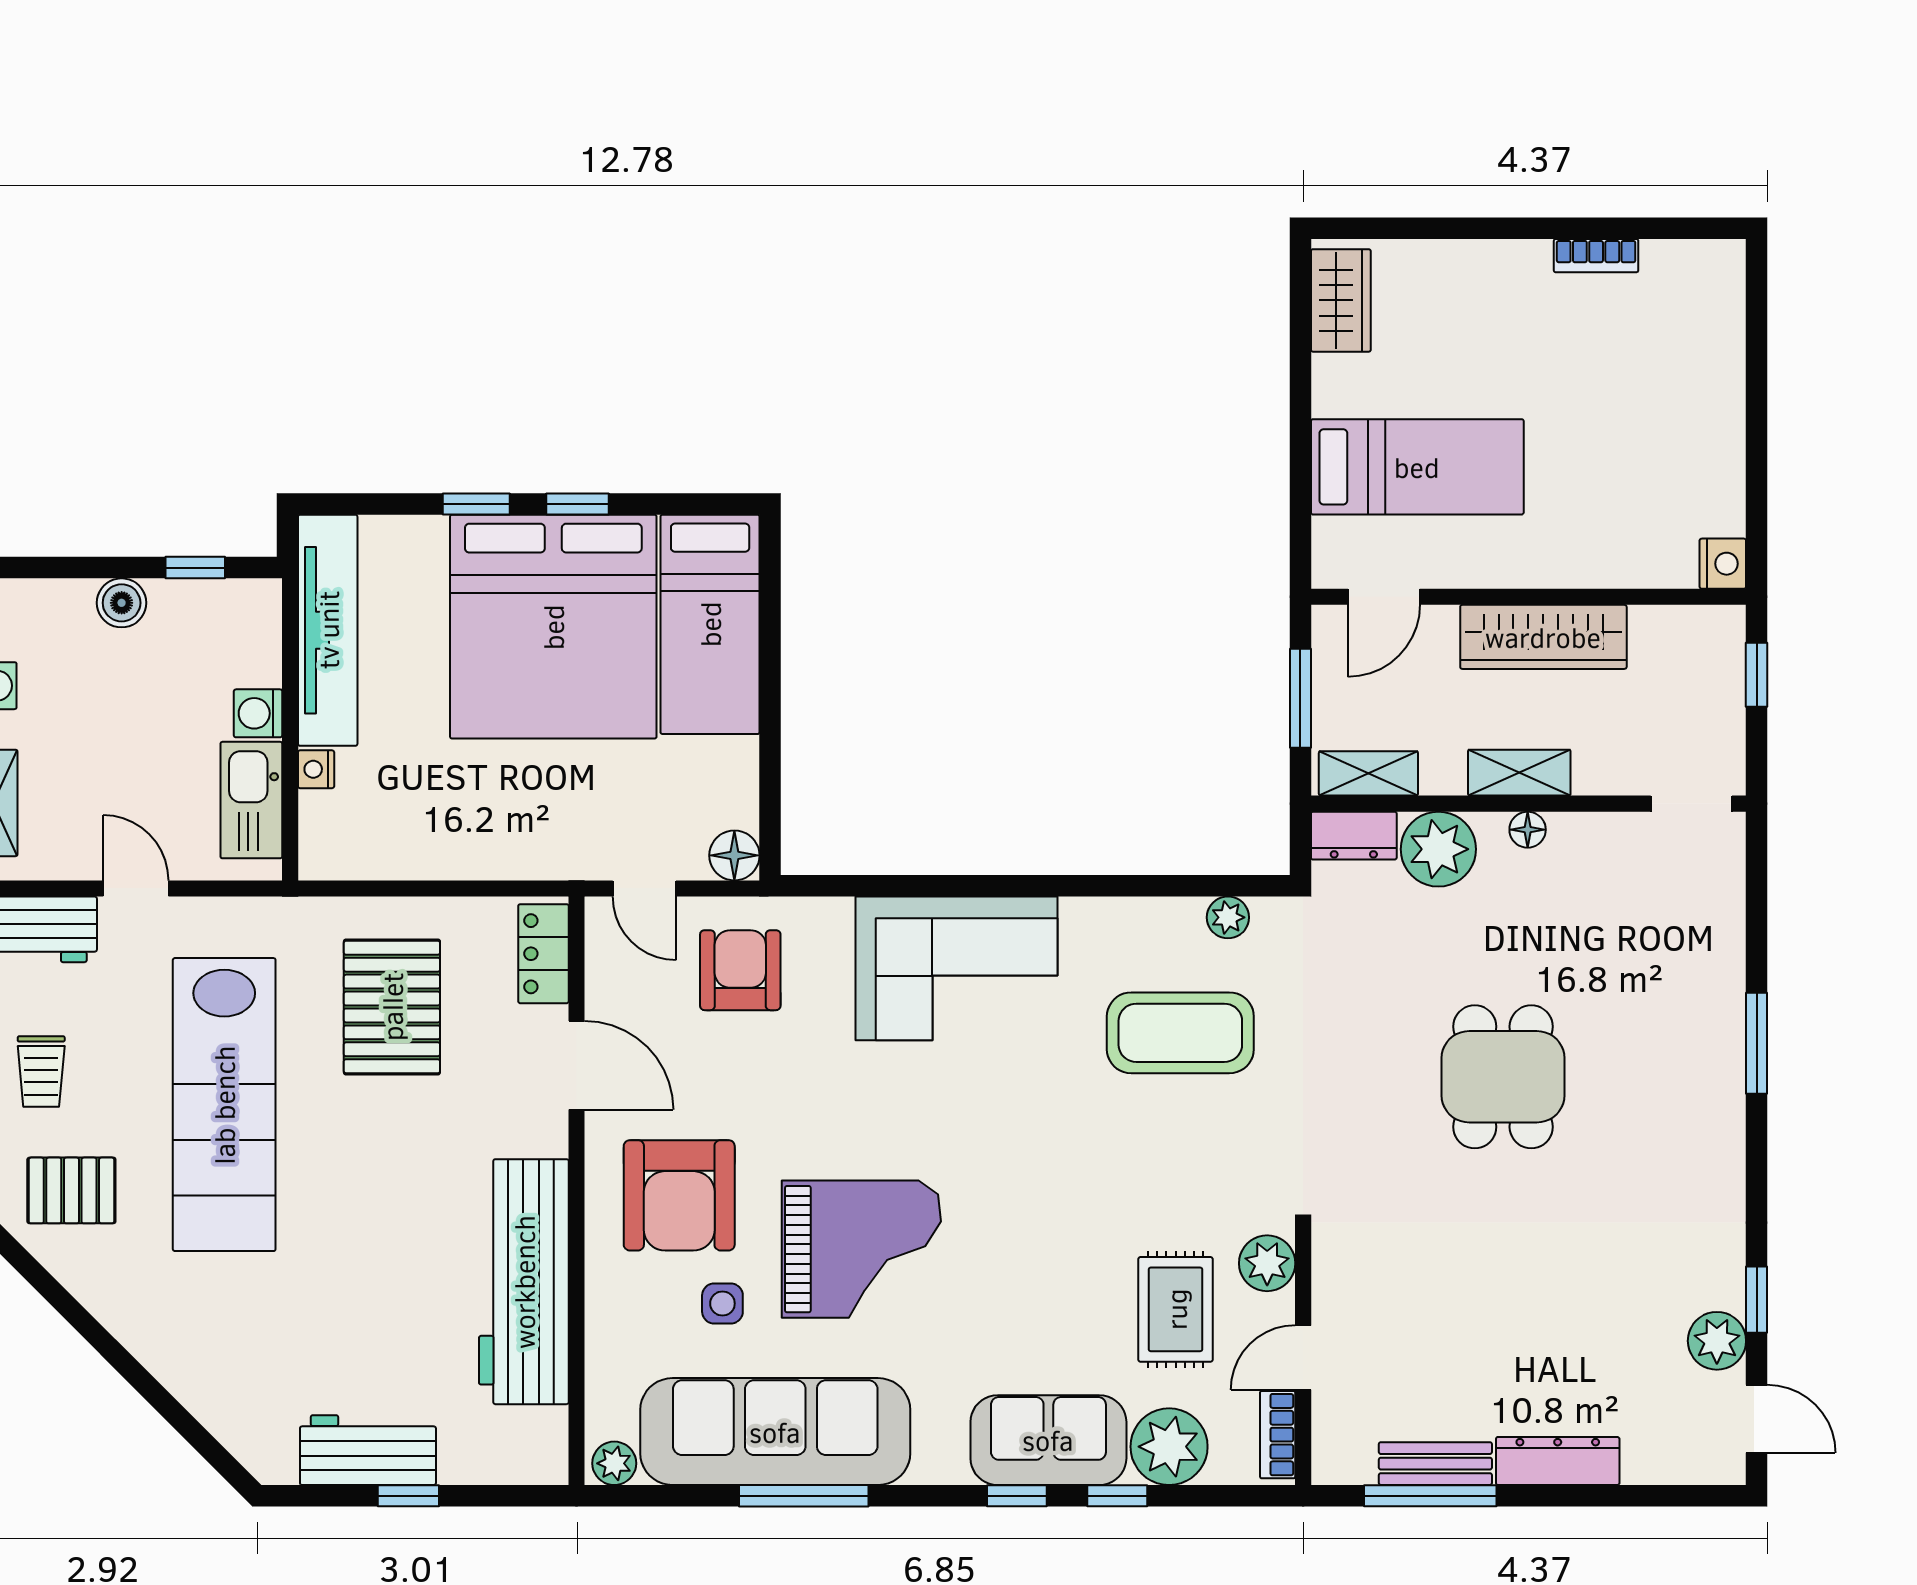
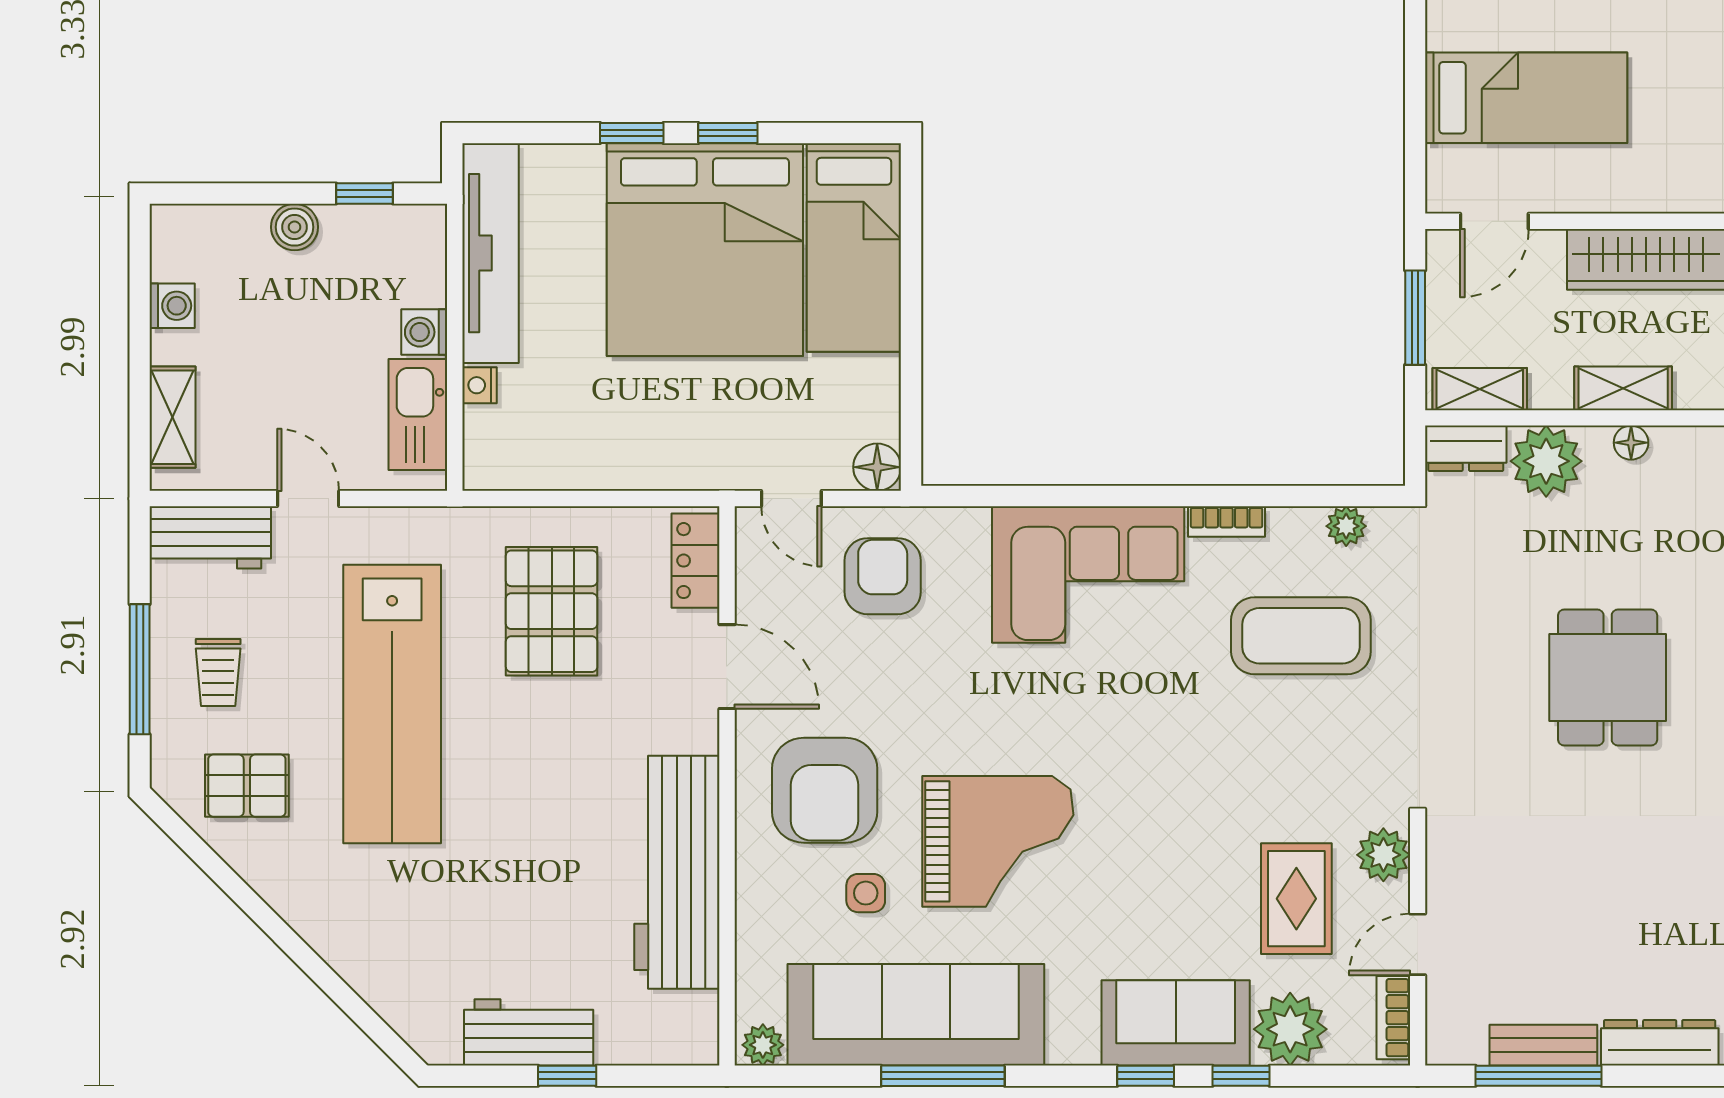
bookcase: (1102, 913) -> (1226, 521), added

